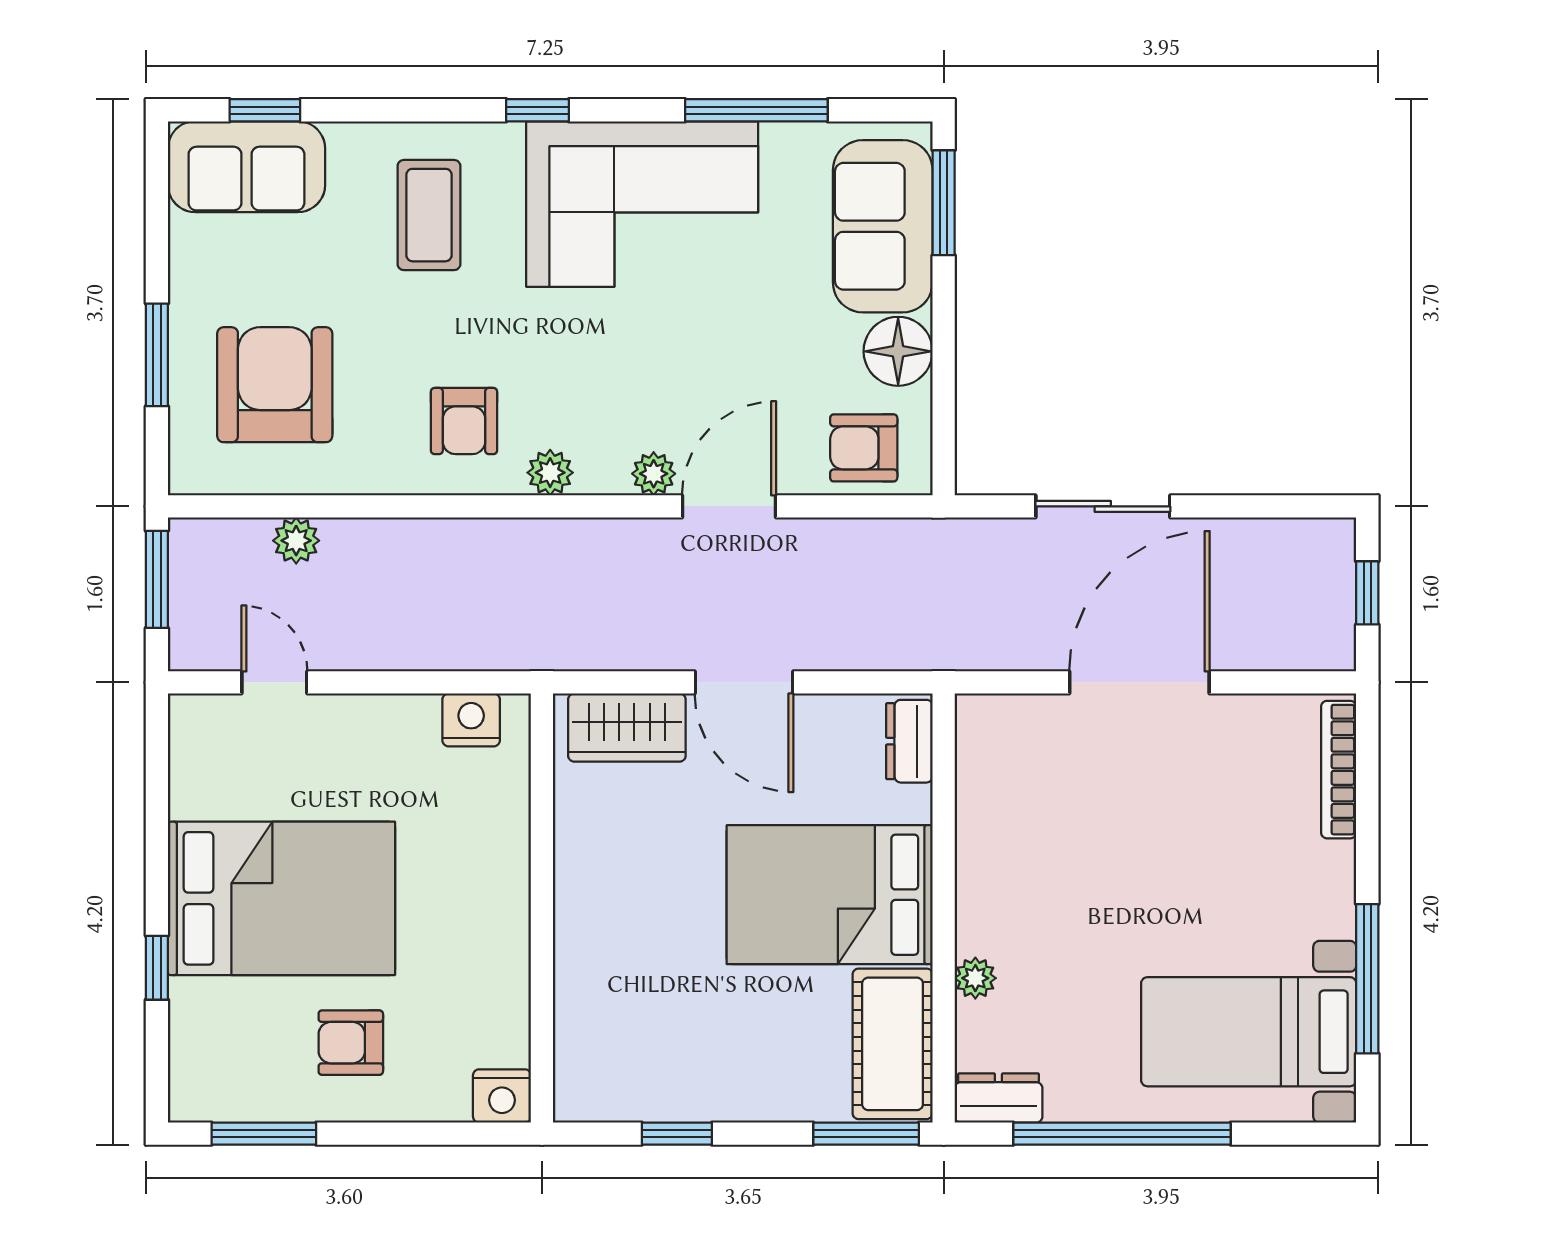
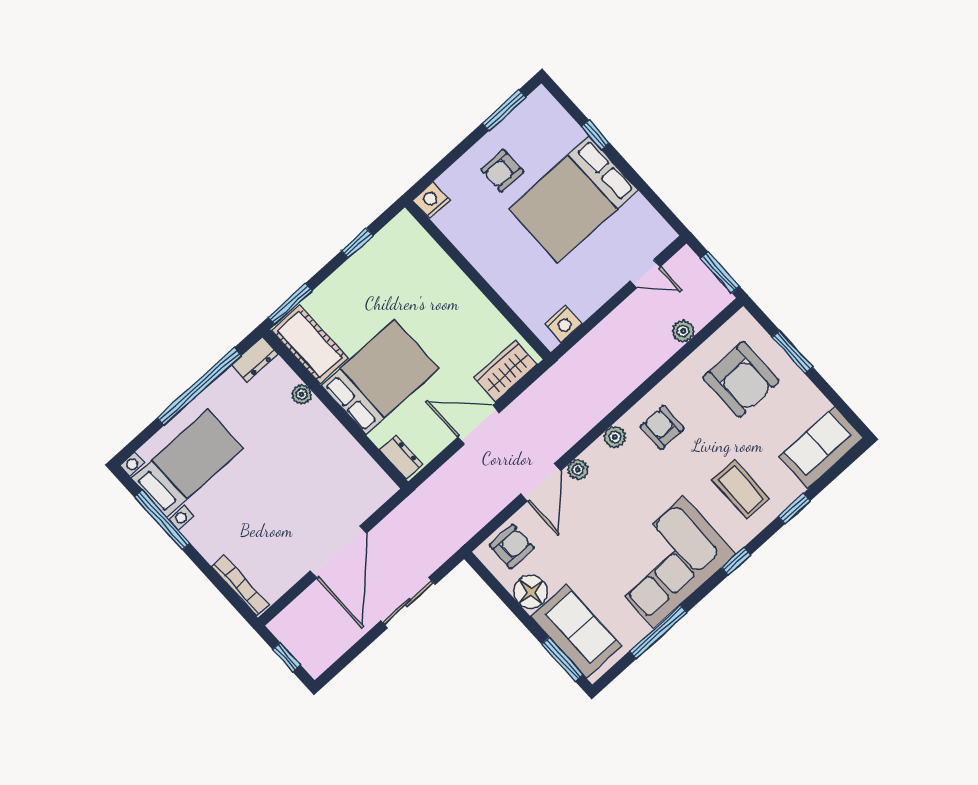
window: (265, 110) -> (794, 509), moved
armchair: (351, 1043) -> (502, 171), turned 180

